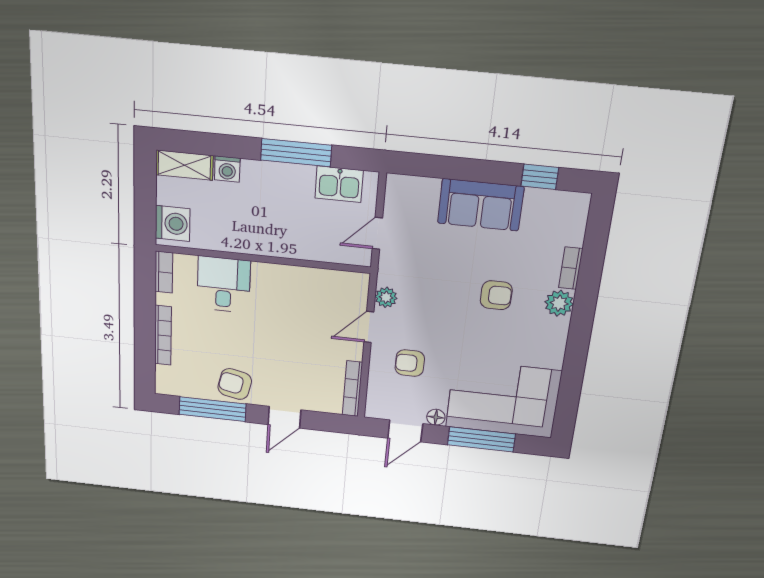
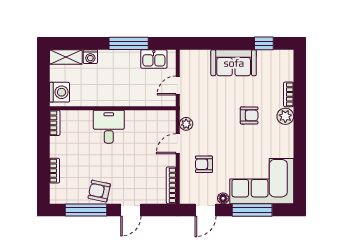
desk: (224, 284) -> (109, 127), moved
bookcase: (163, 335) -> (55, 171), width x0.64

